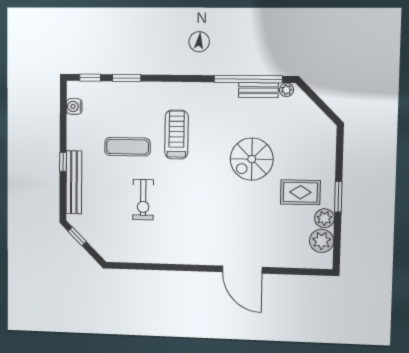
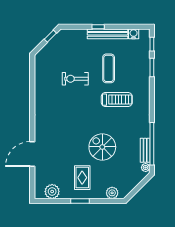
bench: (74, 182) -> (107, 34), moved
plant: (324, 218) -> (112, 193), moved
door: (242, 270) -> (32, 154), moved

